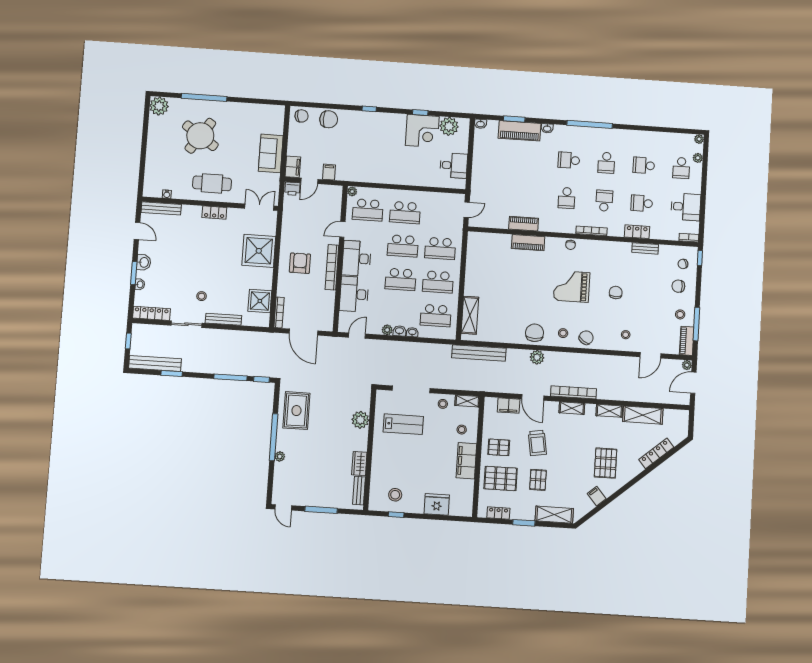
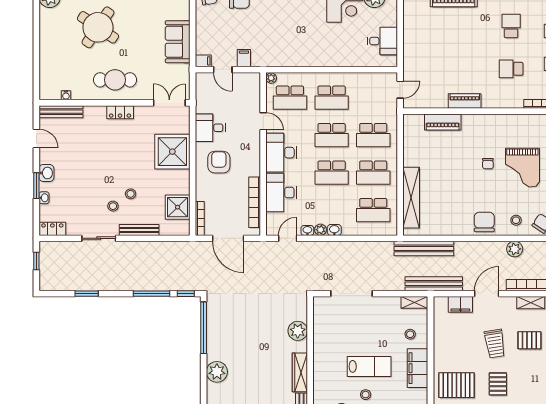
school desk: (569, 160) -> (511, 26), turned 90
filing cabinet: (293, 167) -> (203, 61), width x0.50
door: (309, 181) -> (223, 70), hinge flipped
printer: (292, 189) -> (205, 80), removed
school desk: (567, 198) -> (511, 69), turned 90
door: (342, 229) -> (263, 121), swing flipped
desk: (294, 232) -> (210, 128), added
piano: (528, 243) -> (443, 122), moved
chair: (571, 245) -> (488, 164), moved
bookcase: (332, 267) -> (255, 202), moved
stool: (218, 286) -> (131, 194), added
grand piano: (572, 286) -> (522, 168), turned -90
locker: (151, 313) -> (52, 229), width x0.66
shelving: (470, 315) -> (411, 198), width x1.47
washbasin: (412, 332) -> (307, 230), moved
plant: (537, 357) -> (515, 249), moved
bench: (155, 363) -> (434, 284), moved
door: (533, 397) -> (487, 294), swing flipped
stool: (443, 404) -> (366, 395), moved
rug: (296, 411) -> (227, 325), removed
lab bench: (403, 424) -> (369, 366), moved
window: (274, 437) -> (204, 328), moved
pallet: (499, 447) -> (529, 340), moved
plant: (280, 456) -> (217, 372), width x1.87, depth x1.87
wardrobe: (359, 464) -> (300, 372), width x1.50

